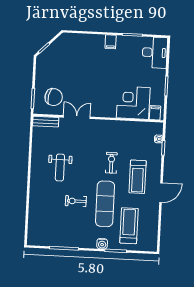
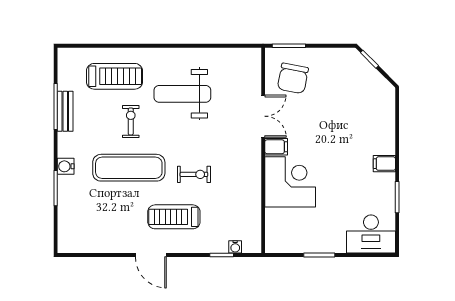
corner desk: (133, 103) -> (290, 182), moved
filing cabinet: (155, 113) -> (276, 147), moved
bench: (46, 122) -> (65, 111), moved
weight bench: (60, 168) -> (182, 94), width x1.36, depth x1.33
treadmill: (129, 226) -> (115, 76), moved

